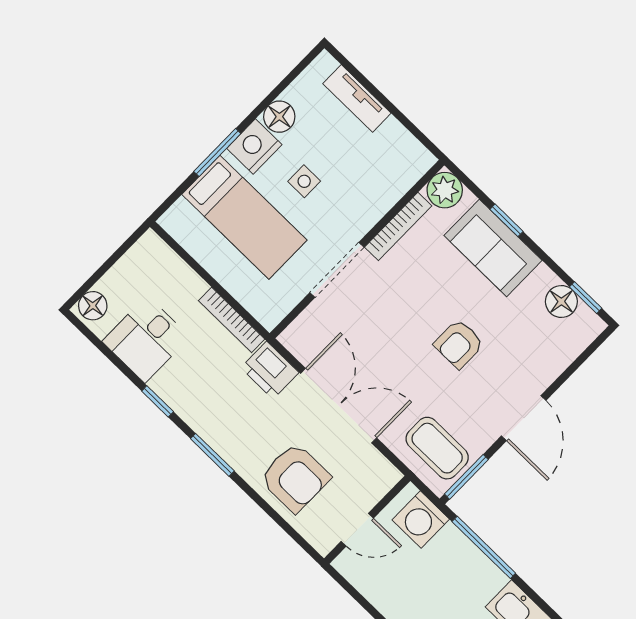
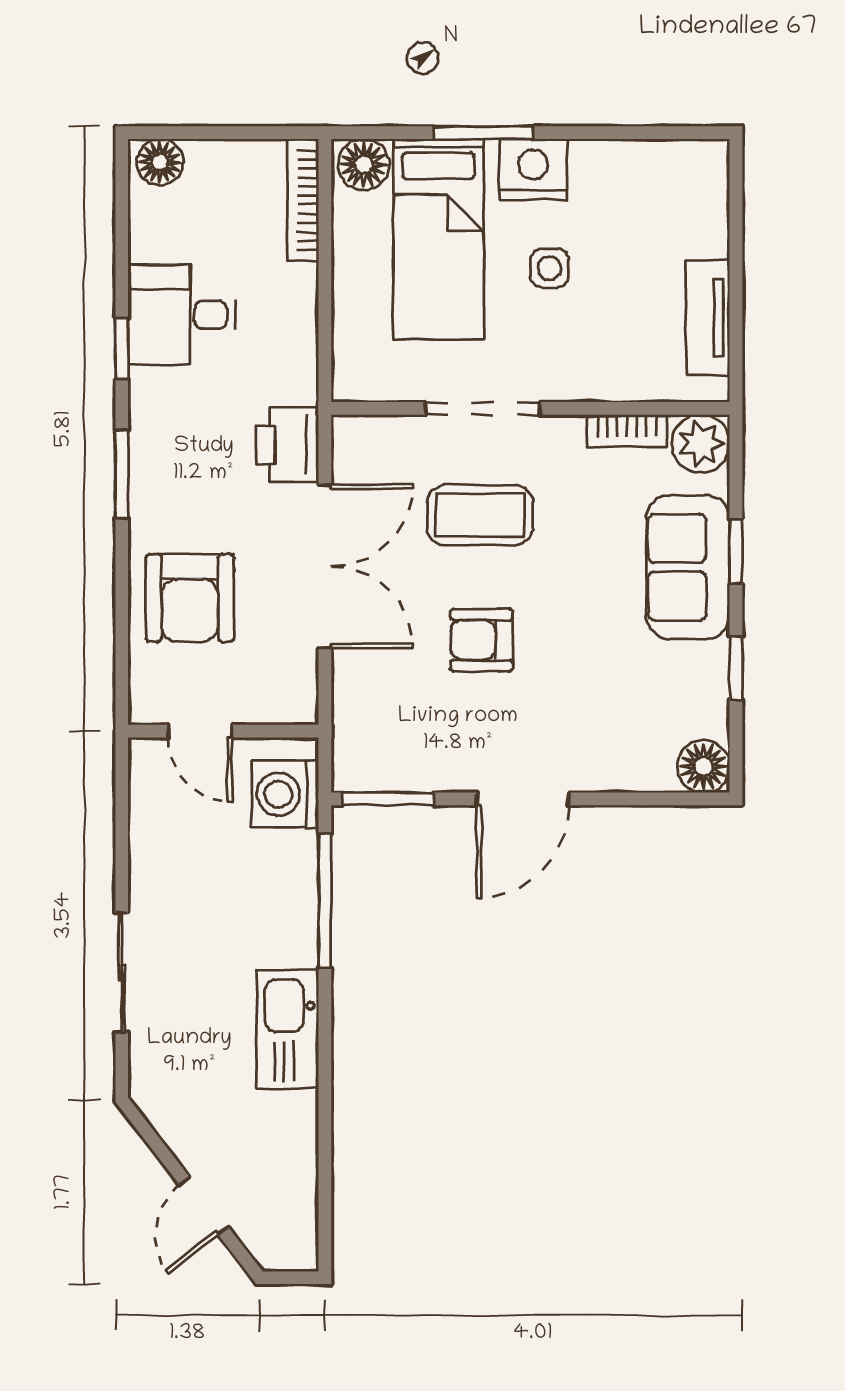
tv unit: (357, 98) -> (708, 318), moved
floor lamp: (279, 117) -> (363, 164), moved
bookcase: (398, 226) -> (627, 431), width x0.64
window: (586, 298) -> (736, 668), moved
floor lamp: (561, 302) -> (704, 766), moved
bookcase: (232, 320) -> (303, 200), moved
desk: (146, 339) -> (182, 315), moved
armchair: (459, 344) -> (482, 640), moved
coffee table: (437, 448) -> (480, 515), moved, turned 90

